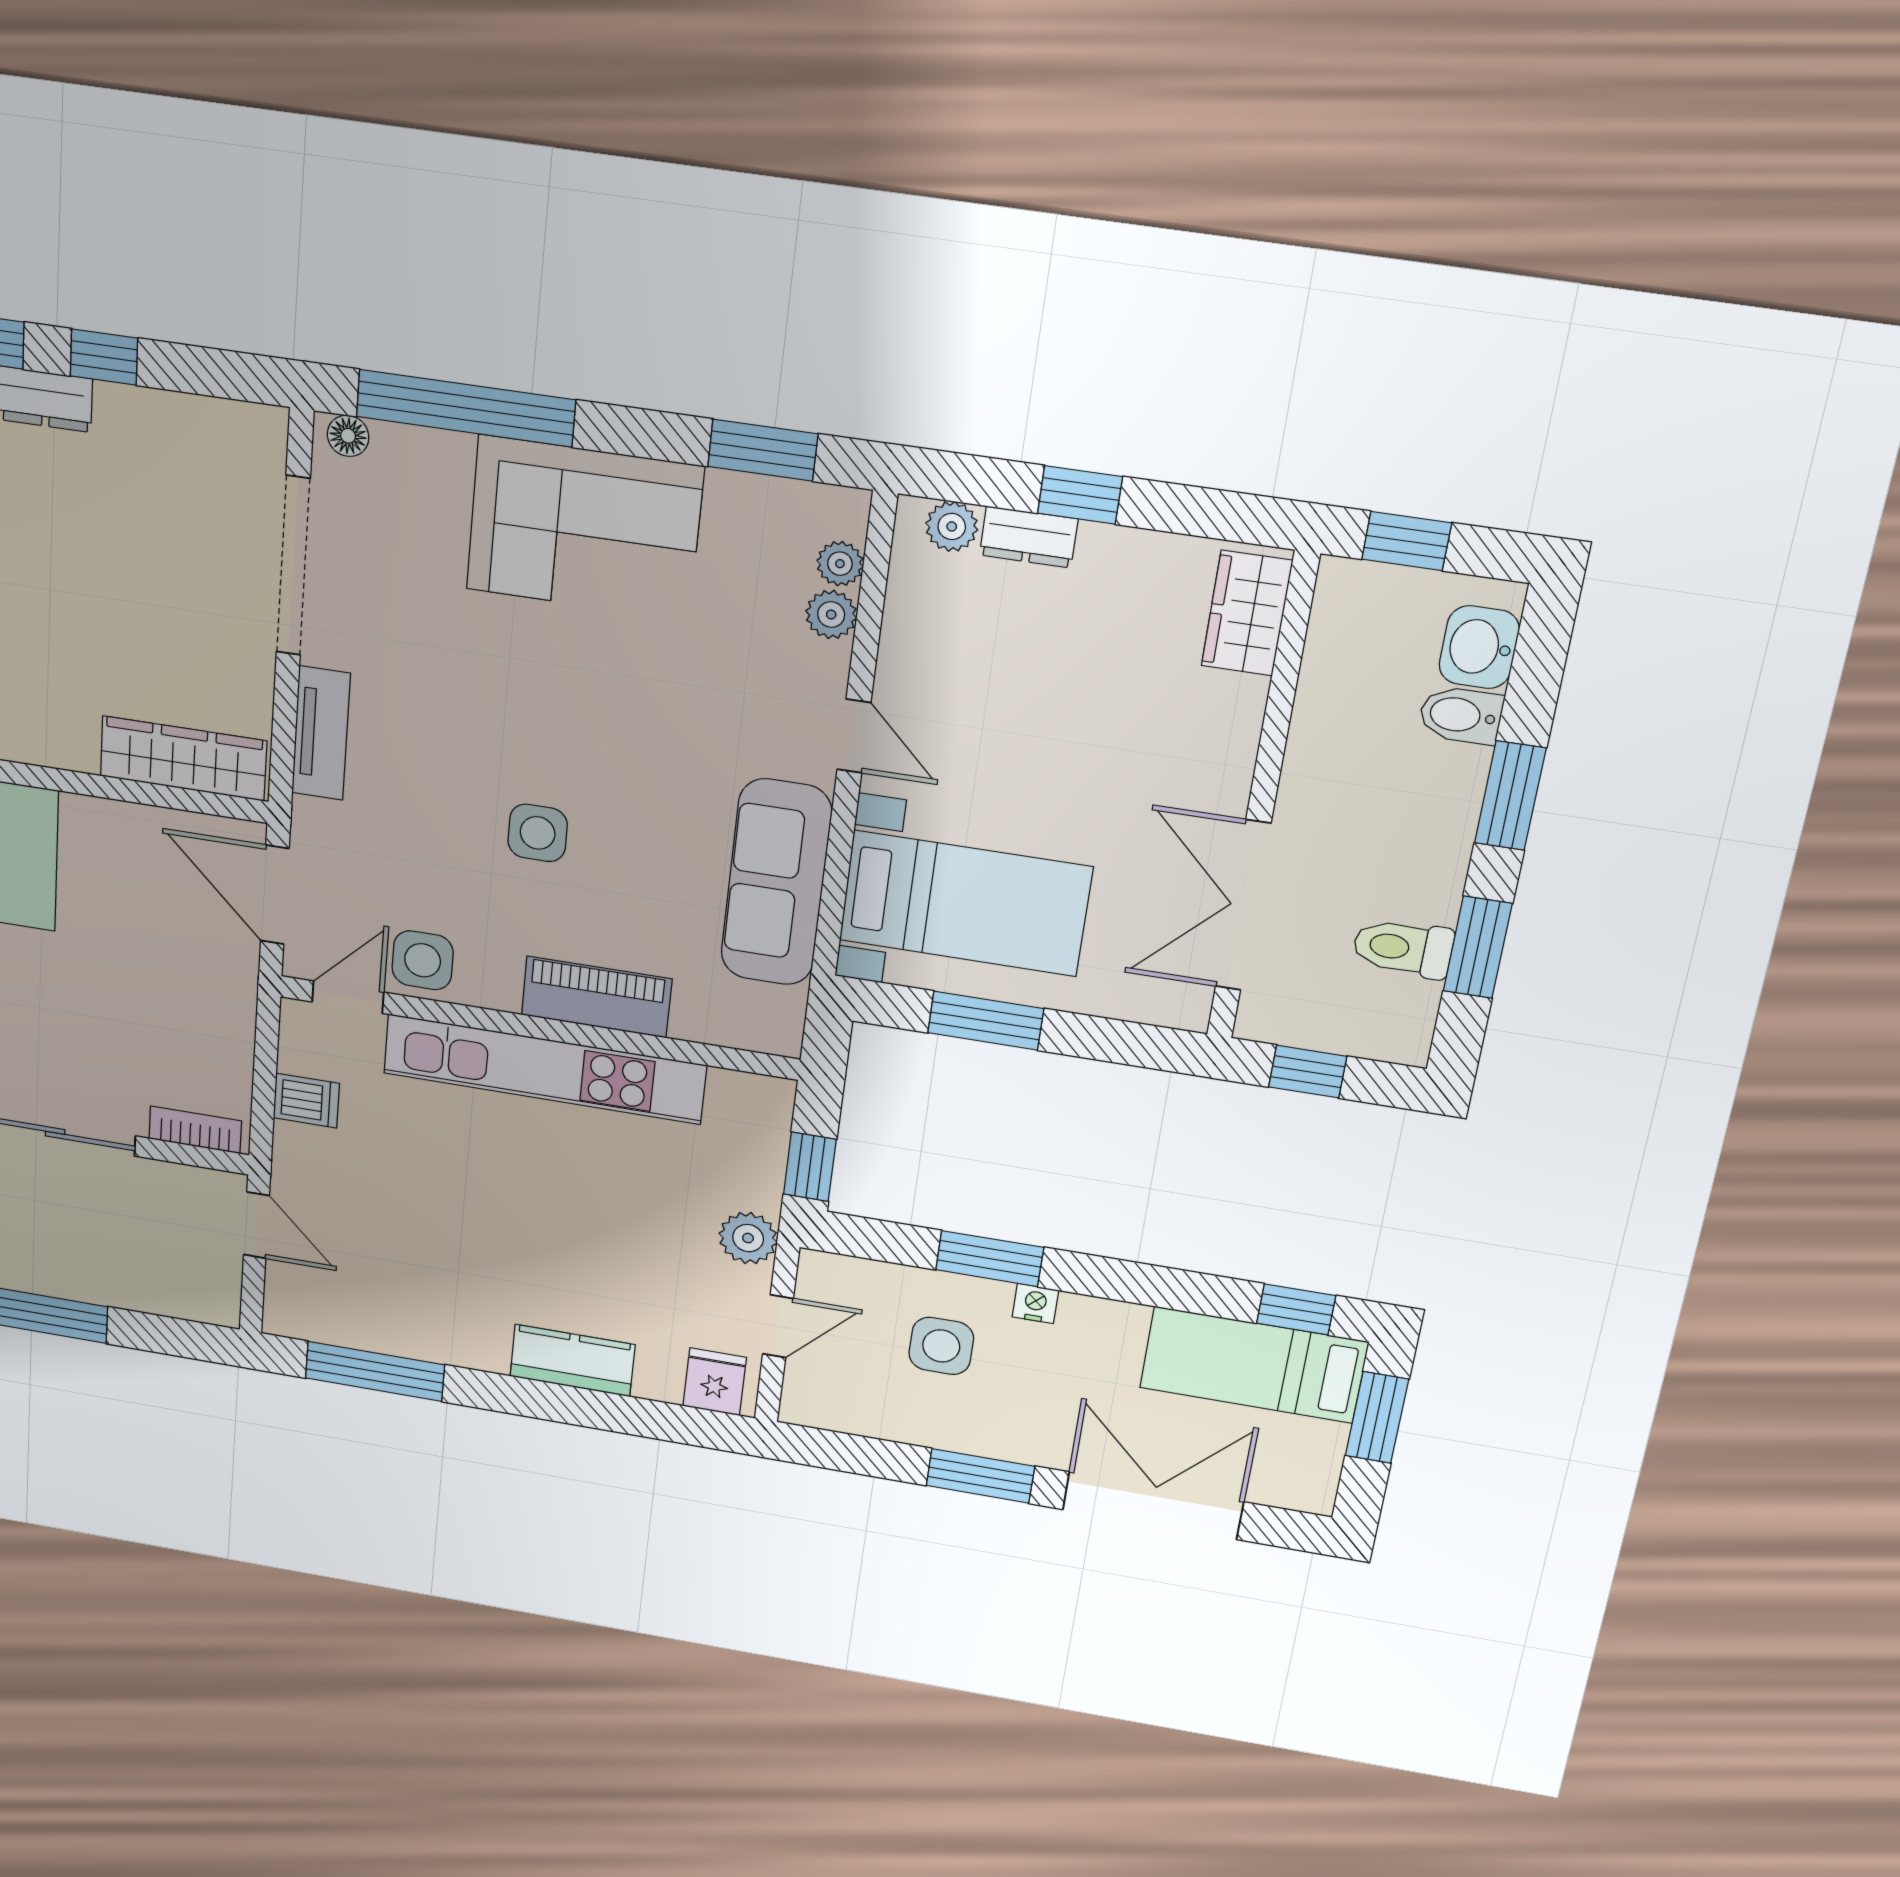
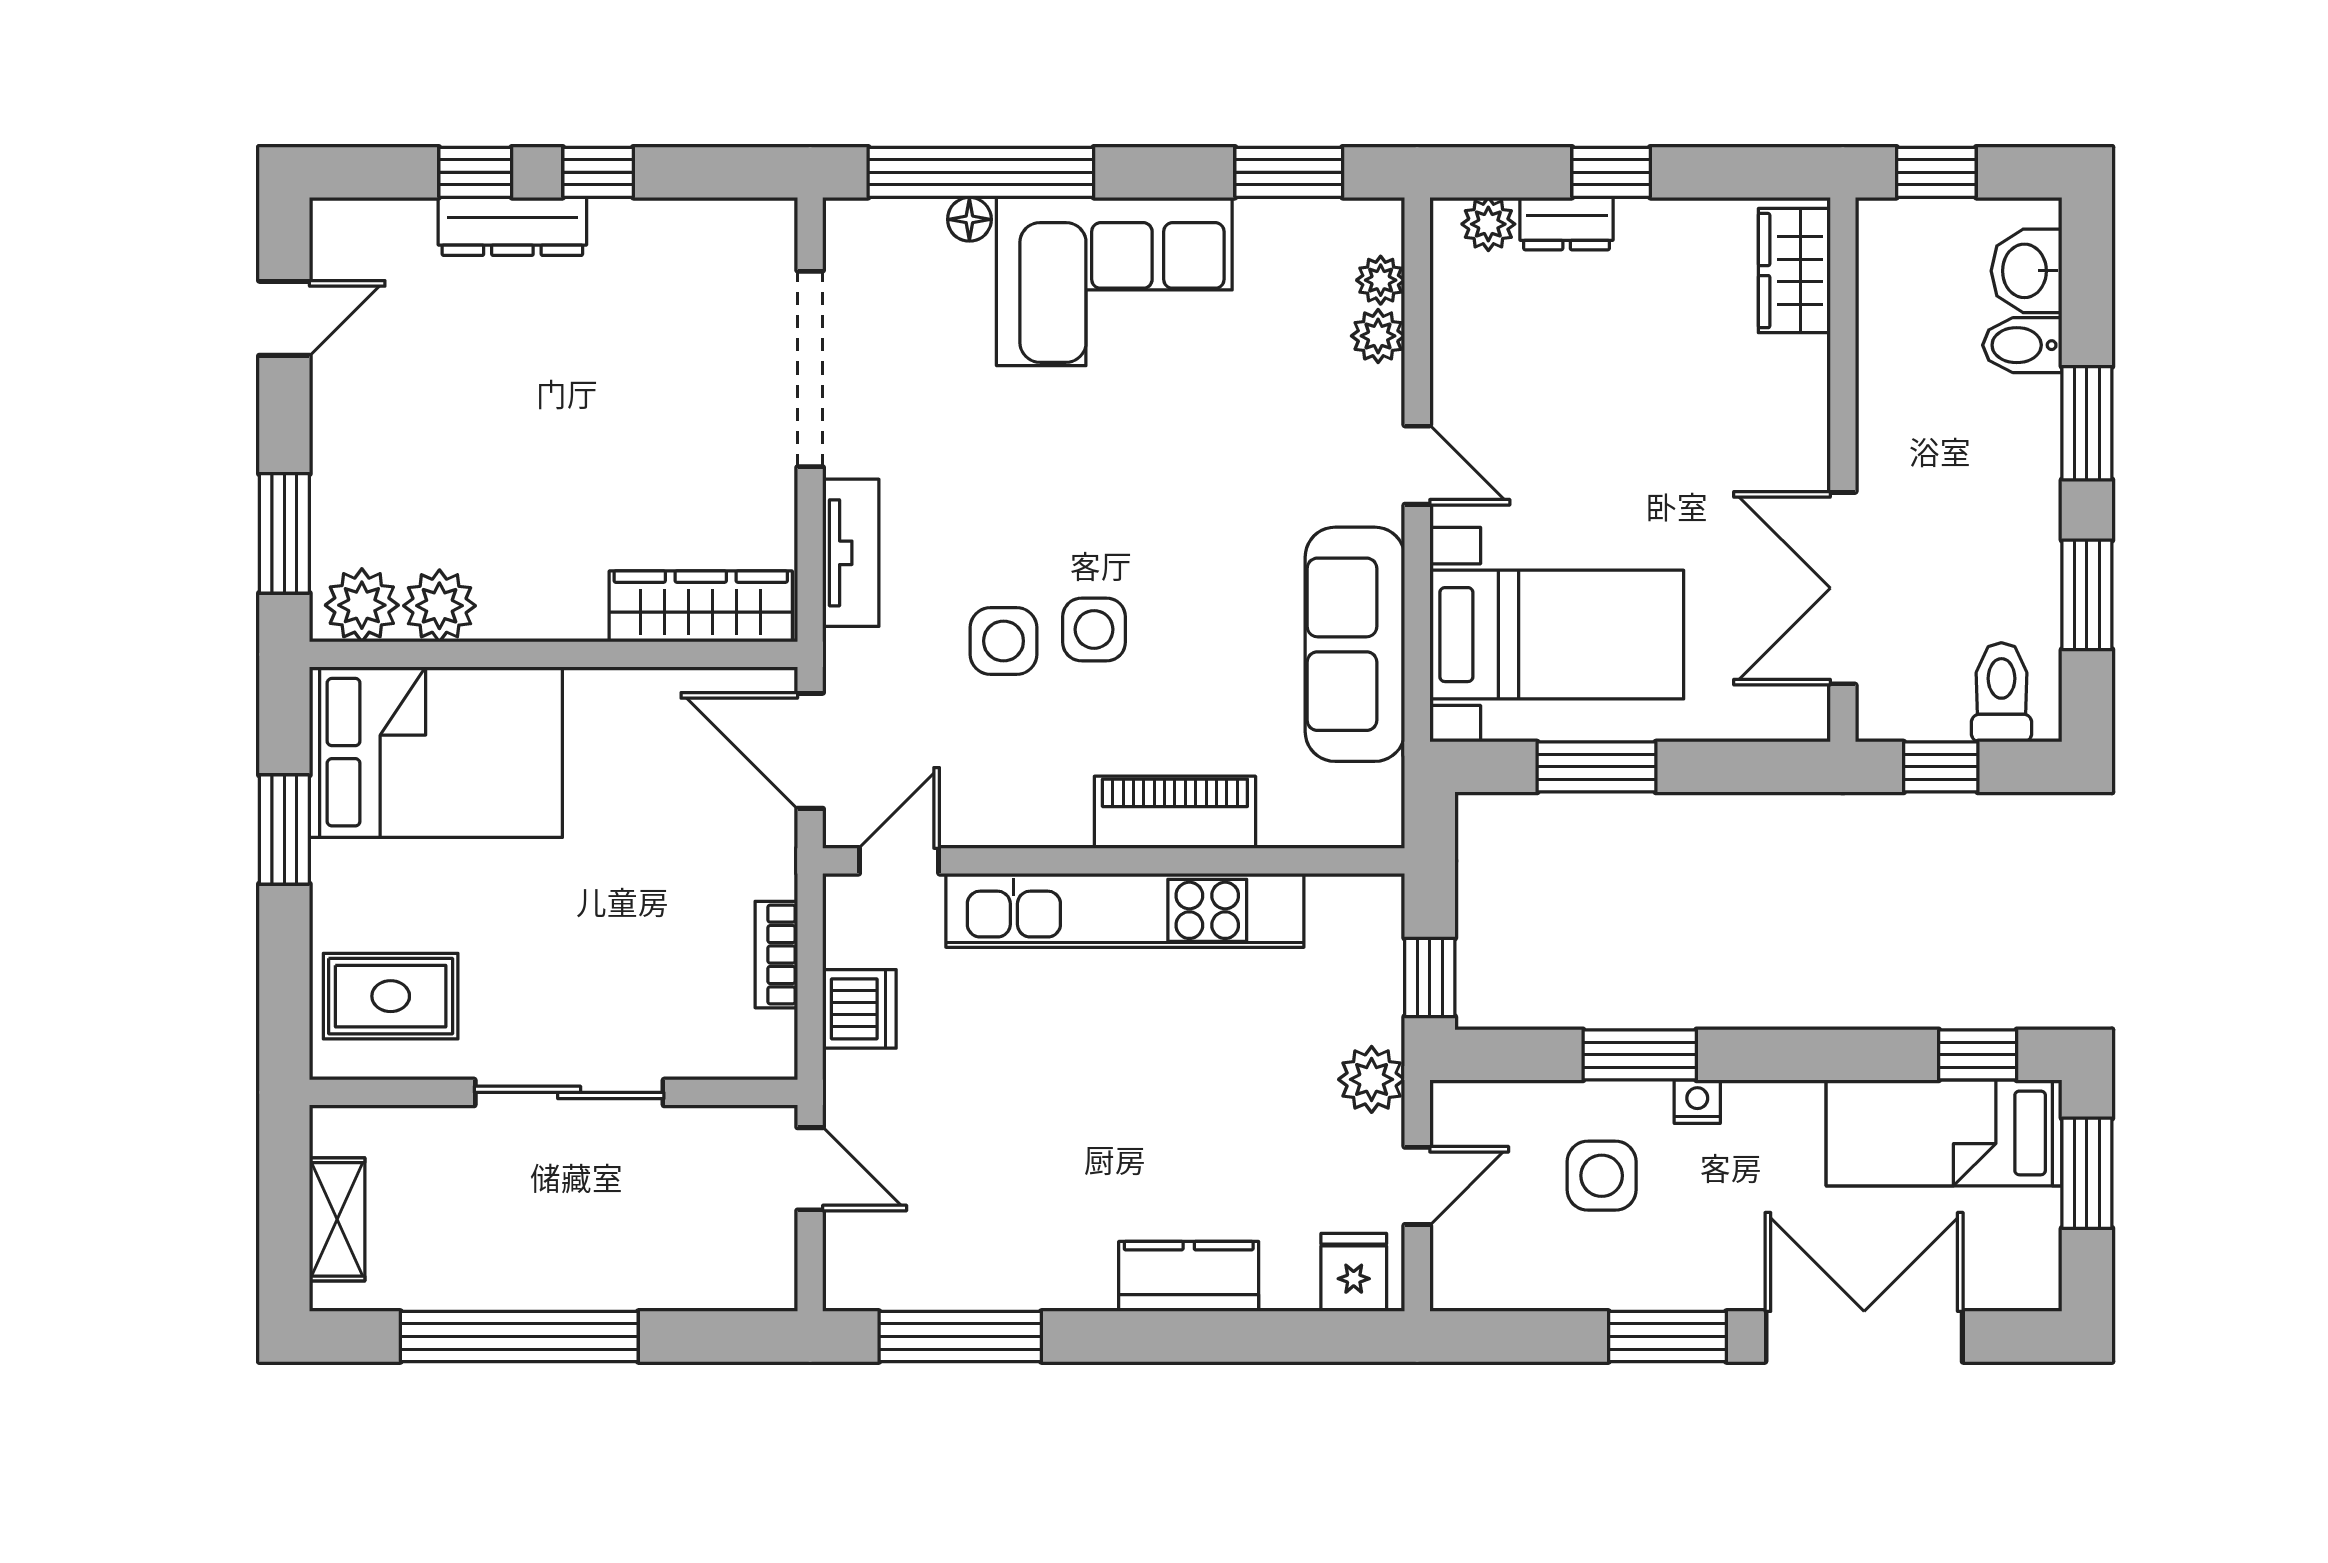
floor lamp: (348, 436) -> (969, 219), moved
toilet: (1403, 948) -> (2001, 692), moved, turned 90
side table: (423, 960) -> (1004, 641), moved
dishwasher: (306, 1101) -> (859, 1009), width x1.38
bookcase: (195, 1130) -> (776, 955), moved, turned -90

